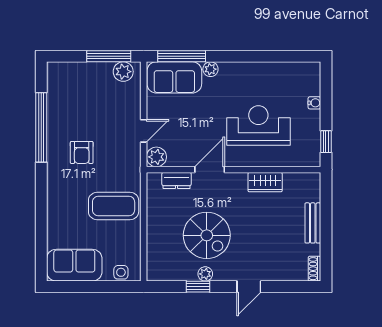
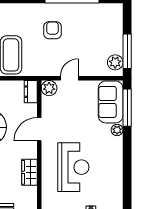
door: (144, 131) -> (69, 78), swing flipped
armchair: (82, 152) -> (53, 30), turned 90
door: (210, 170) -> (39, 129), swing flipped
dresser: (177, 180) -> (31, 92), moved

